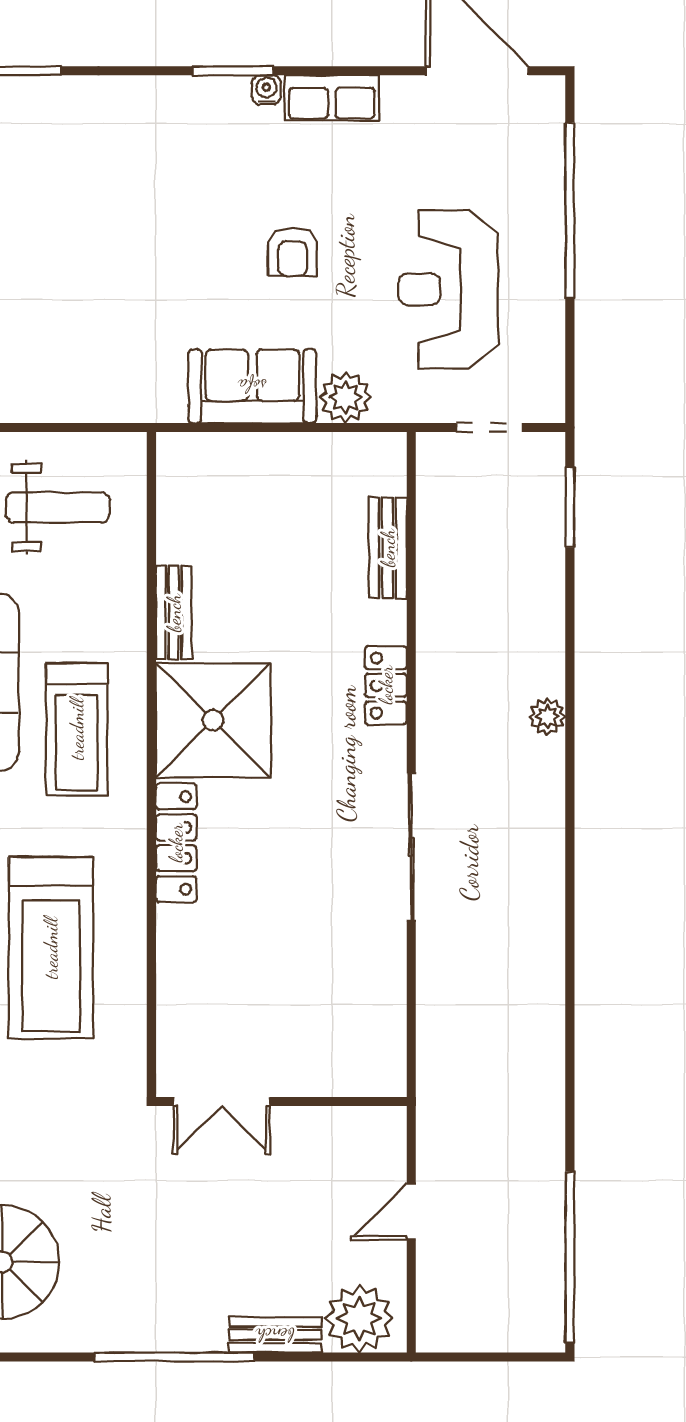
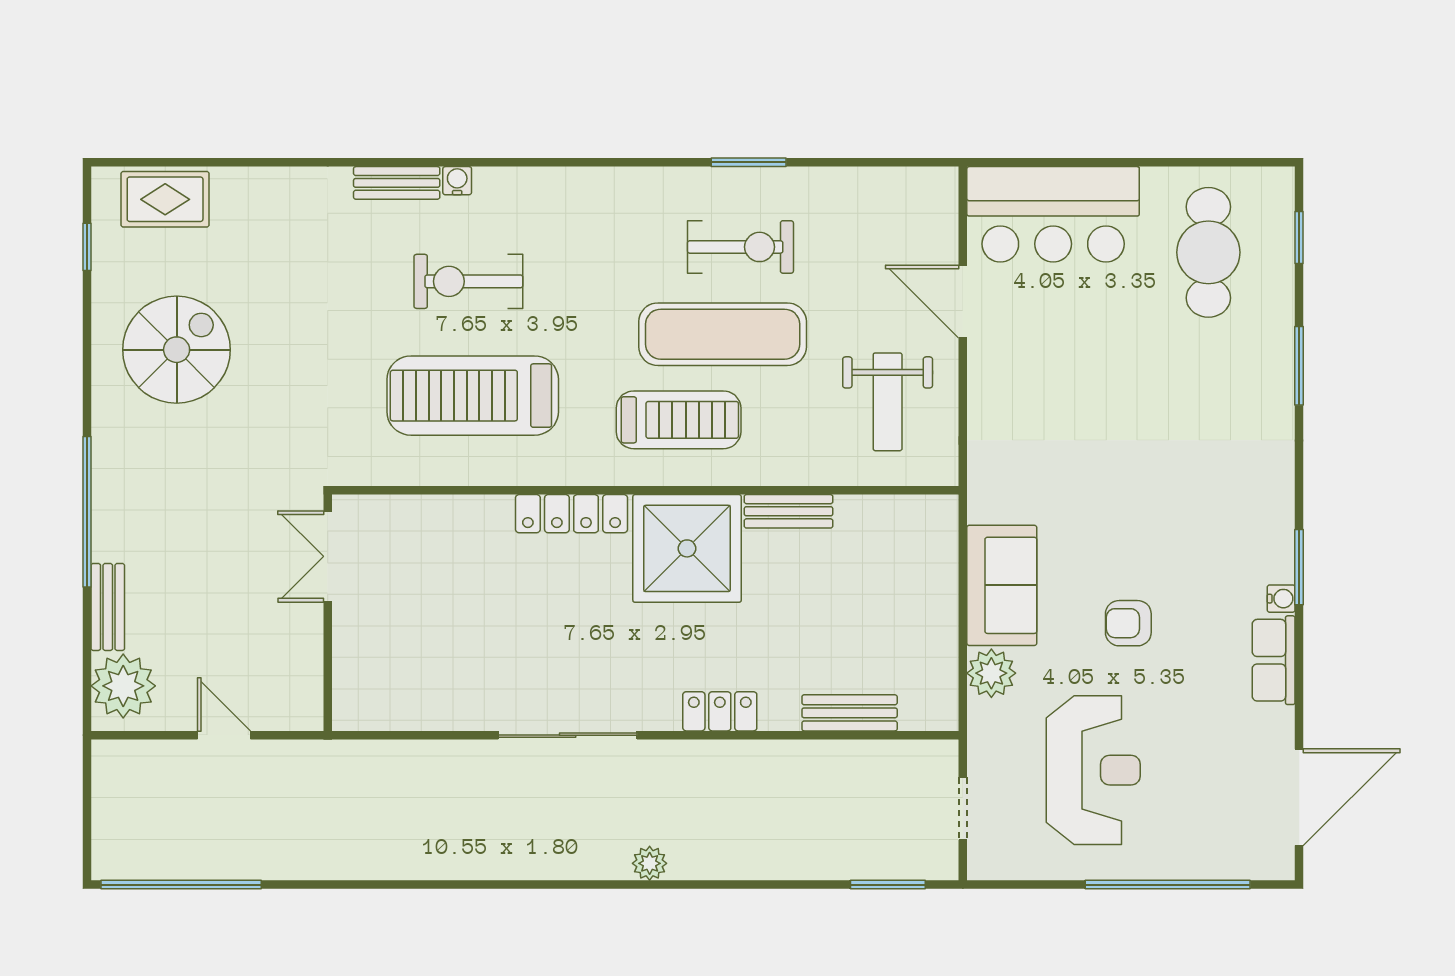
reception desk: (448, 289) -> (1093, 770), turned 90
plant: (547, 717) -> (650, 863), moved
treadmill: (77, 729) -> (679, 420), turned 180

